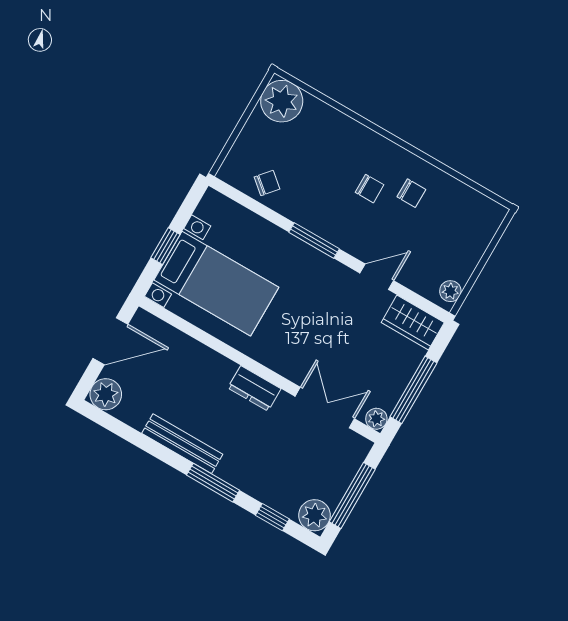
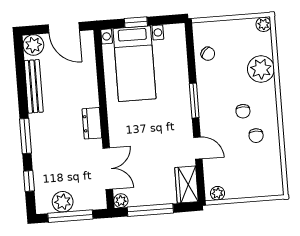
plant: (282, 101) -> (264, 24), width x0.53, depth x0.53
plant: (332, 130) -> (261, 69), added
bench: (182, 444) -> (34, 86), moved
plant: (315, 515) -> (63, 202), moved

